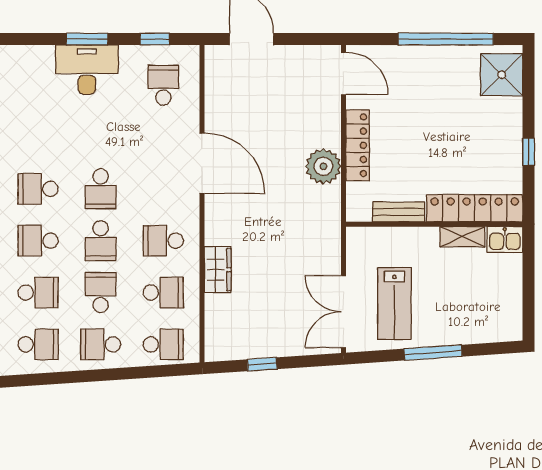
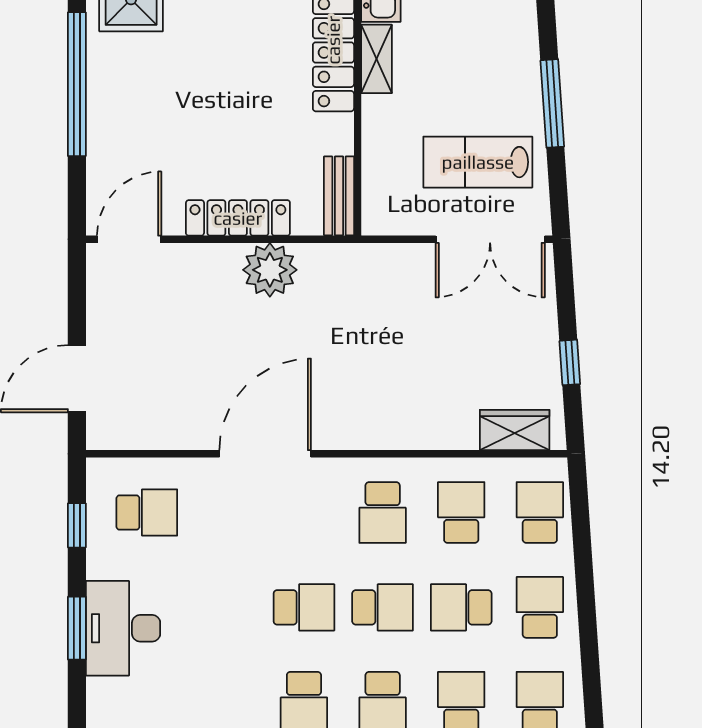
school desk: (163, 85) -> (147, 513), turned 180
bench: (399, 212) -> (339, 196), moved
wardrobe: (218, 270) -> (515, 430), moved
lab bench: (394, 304) -> (478, 162), turned 180
school desk: (101, 344) -> (540, 607), turned 180

